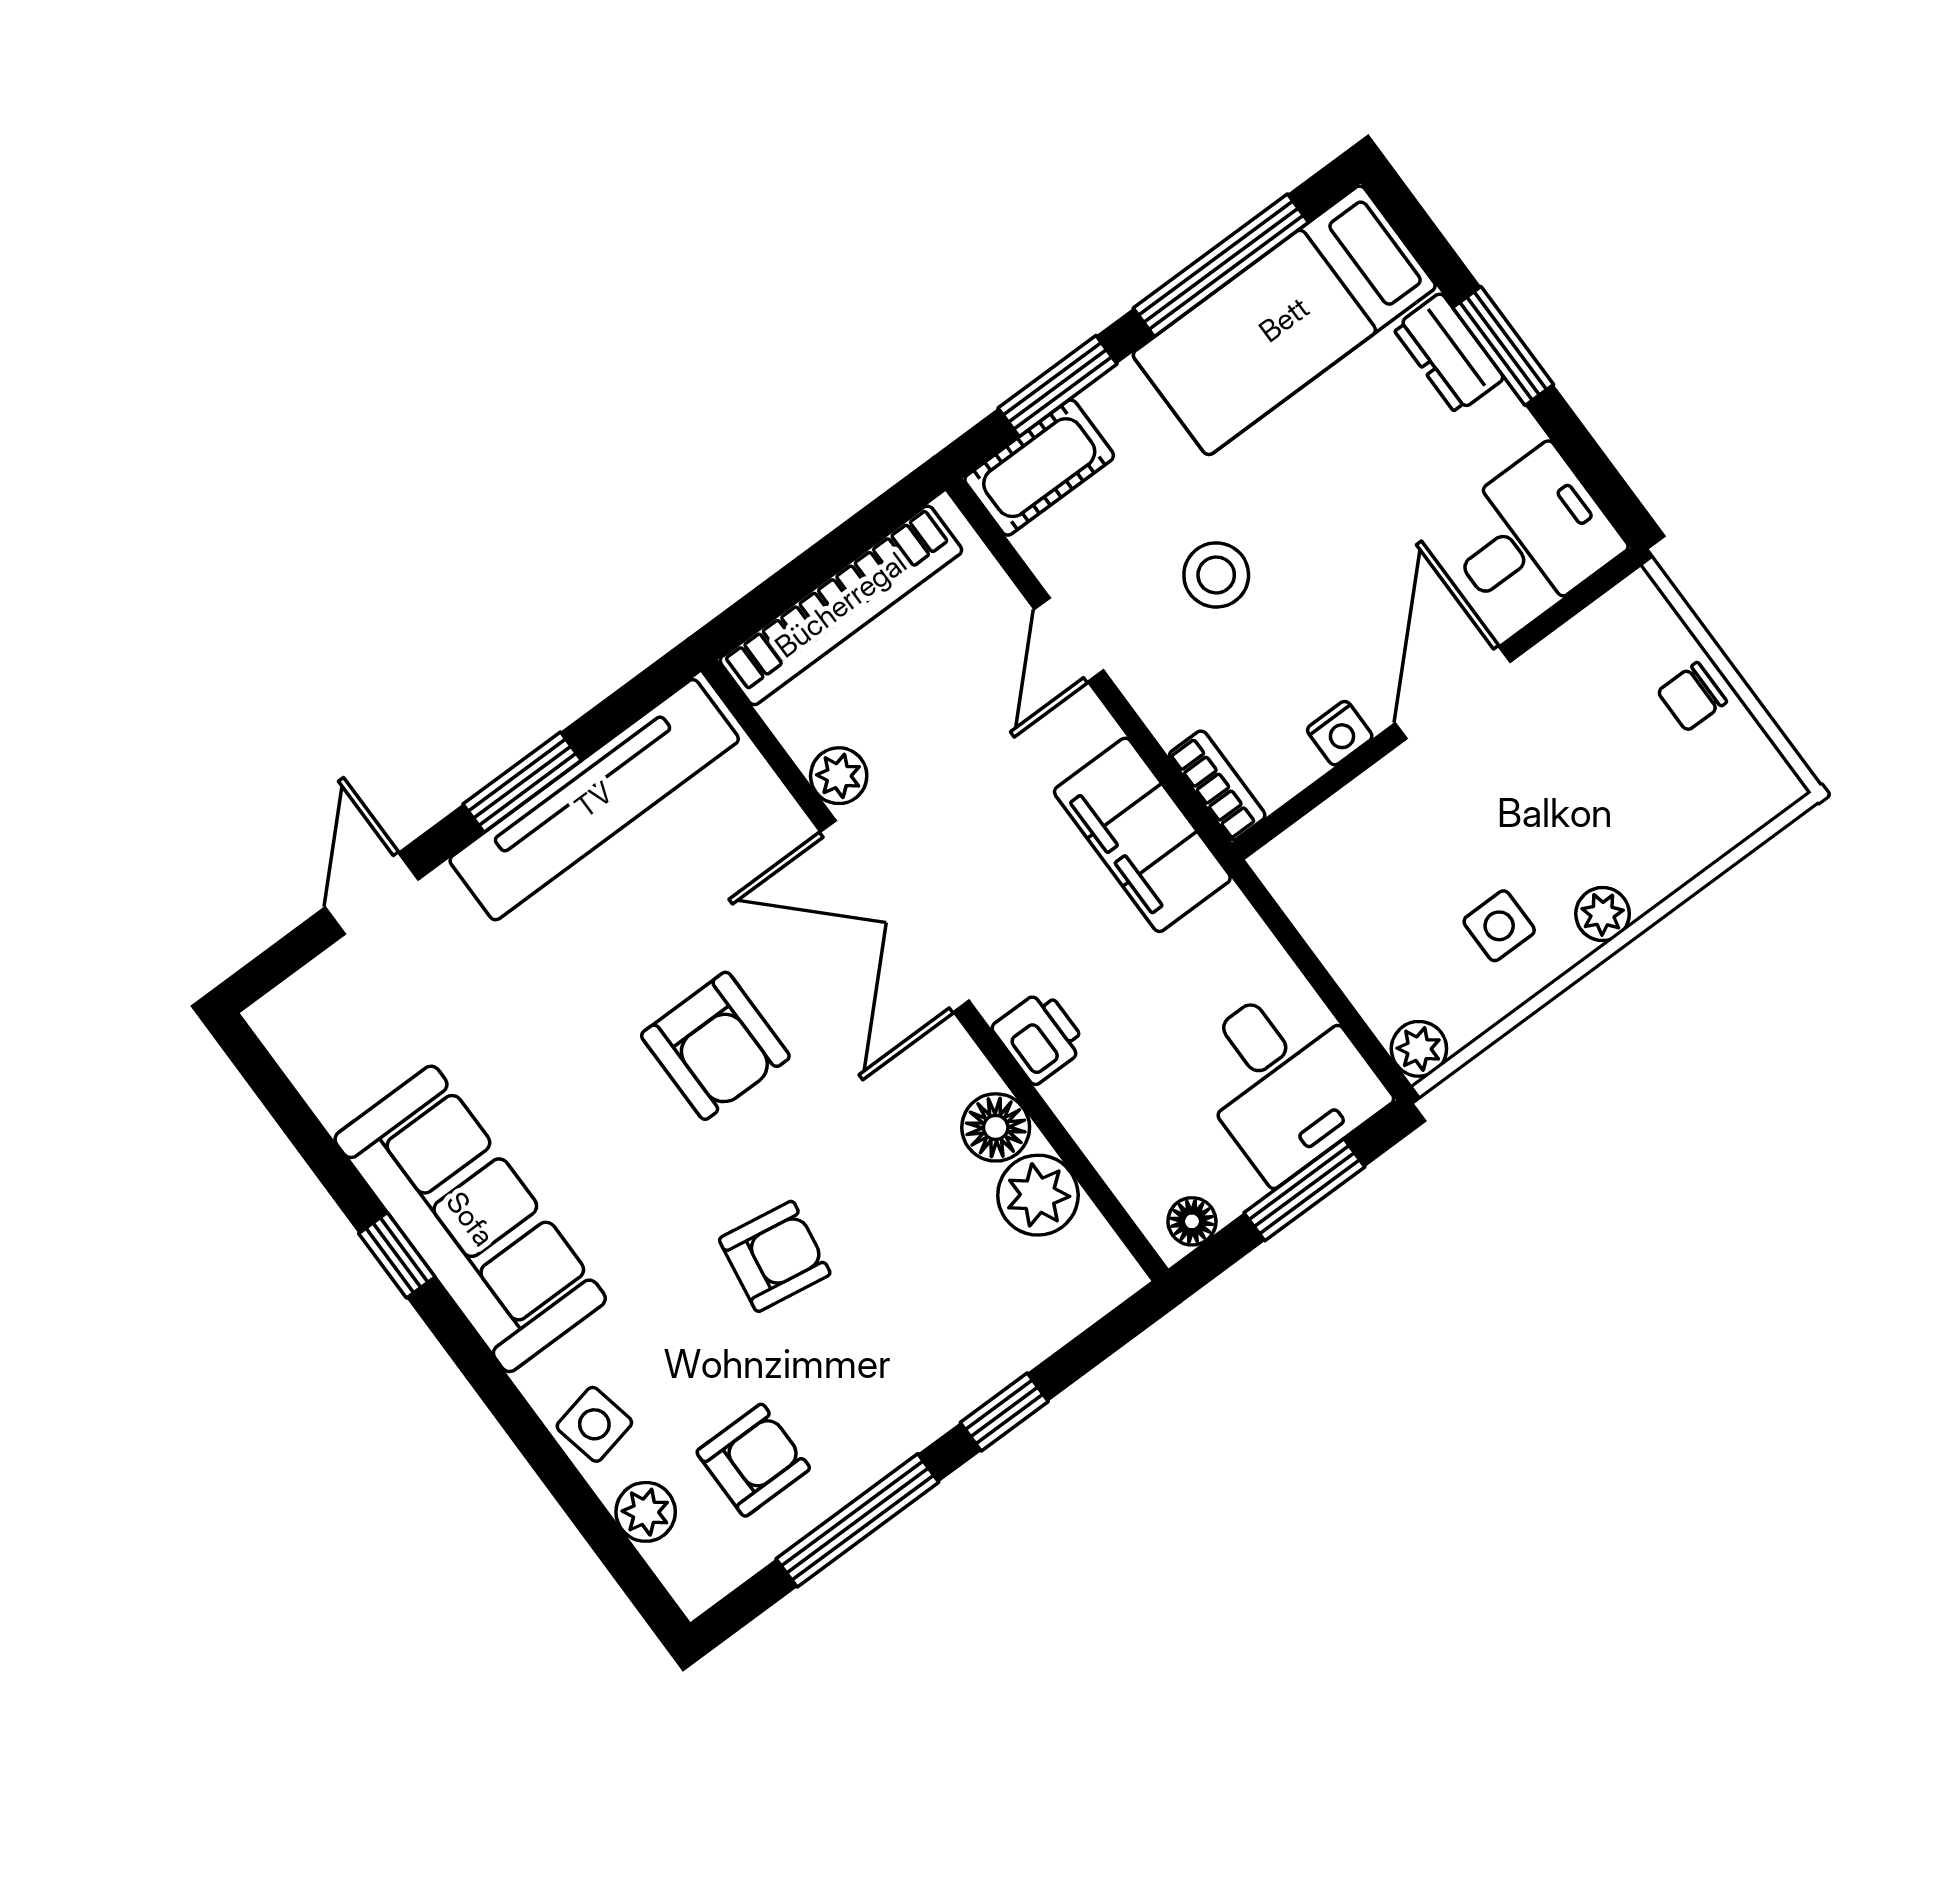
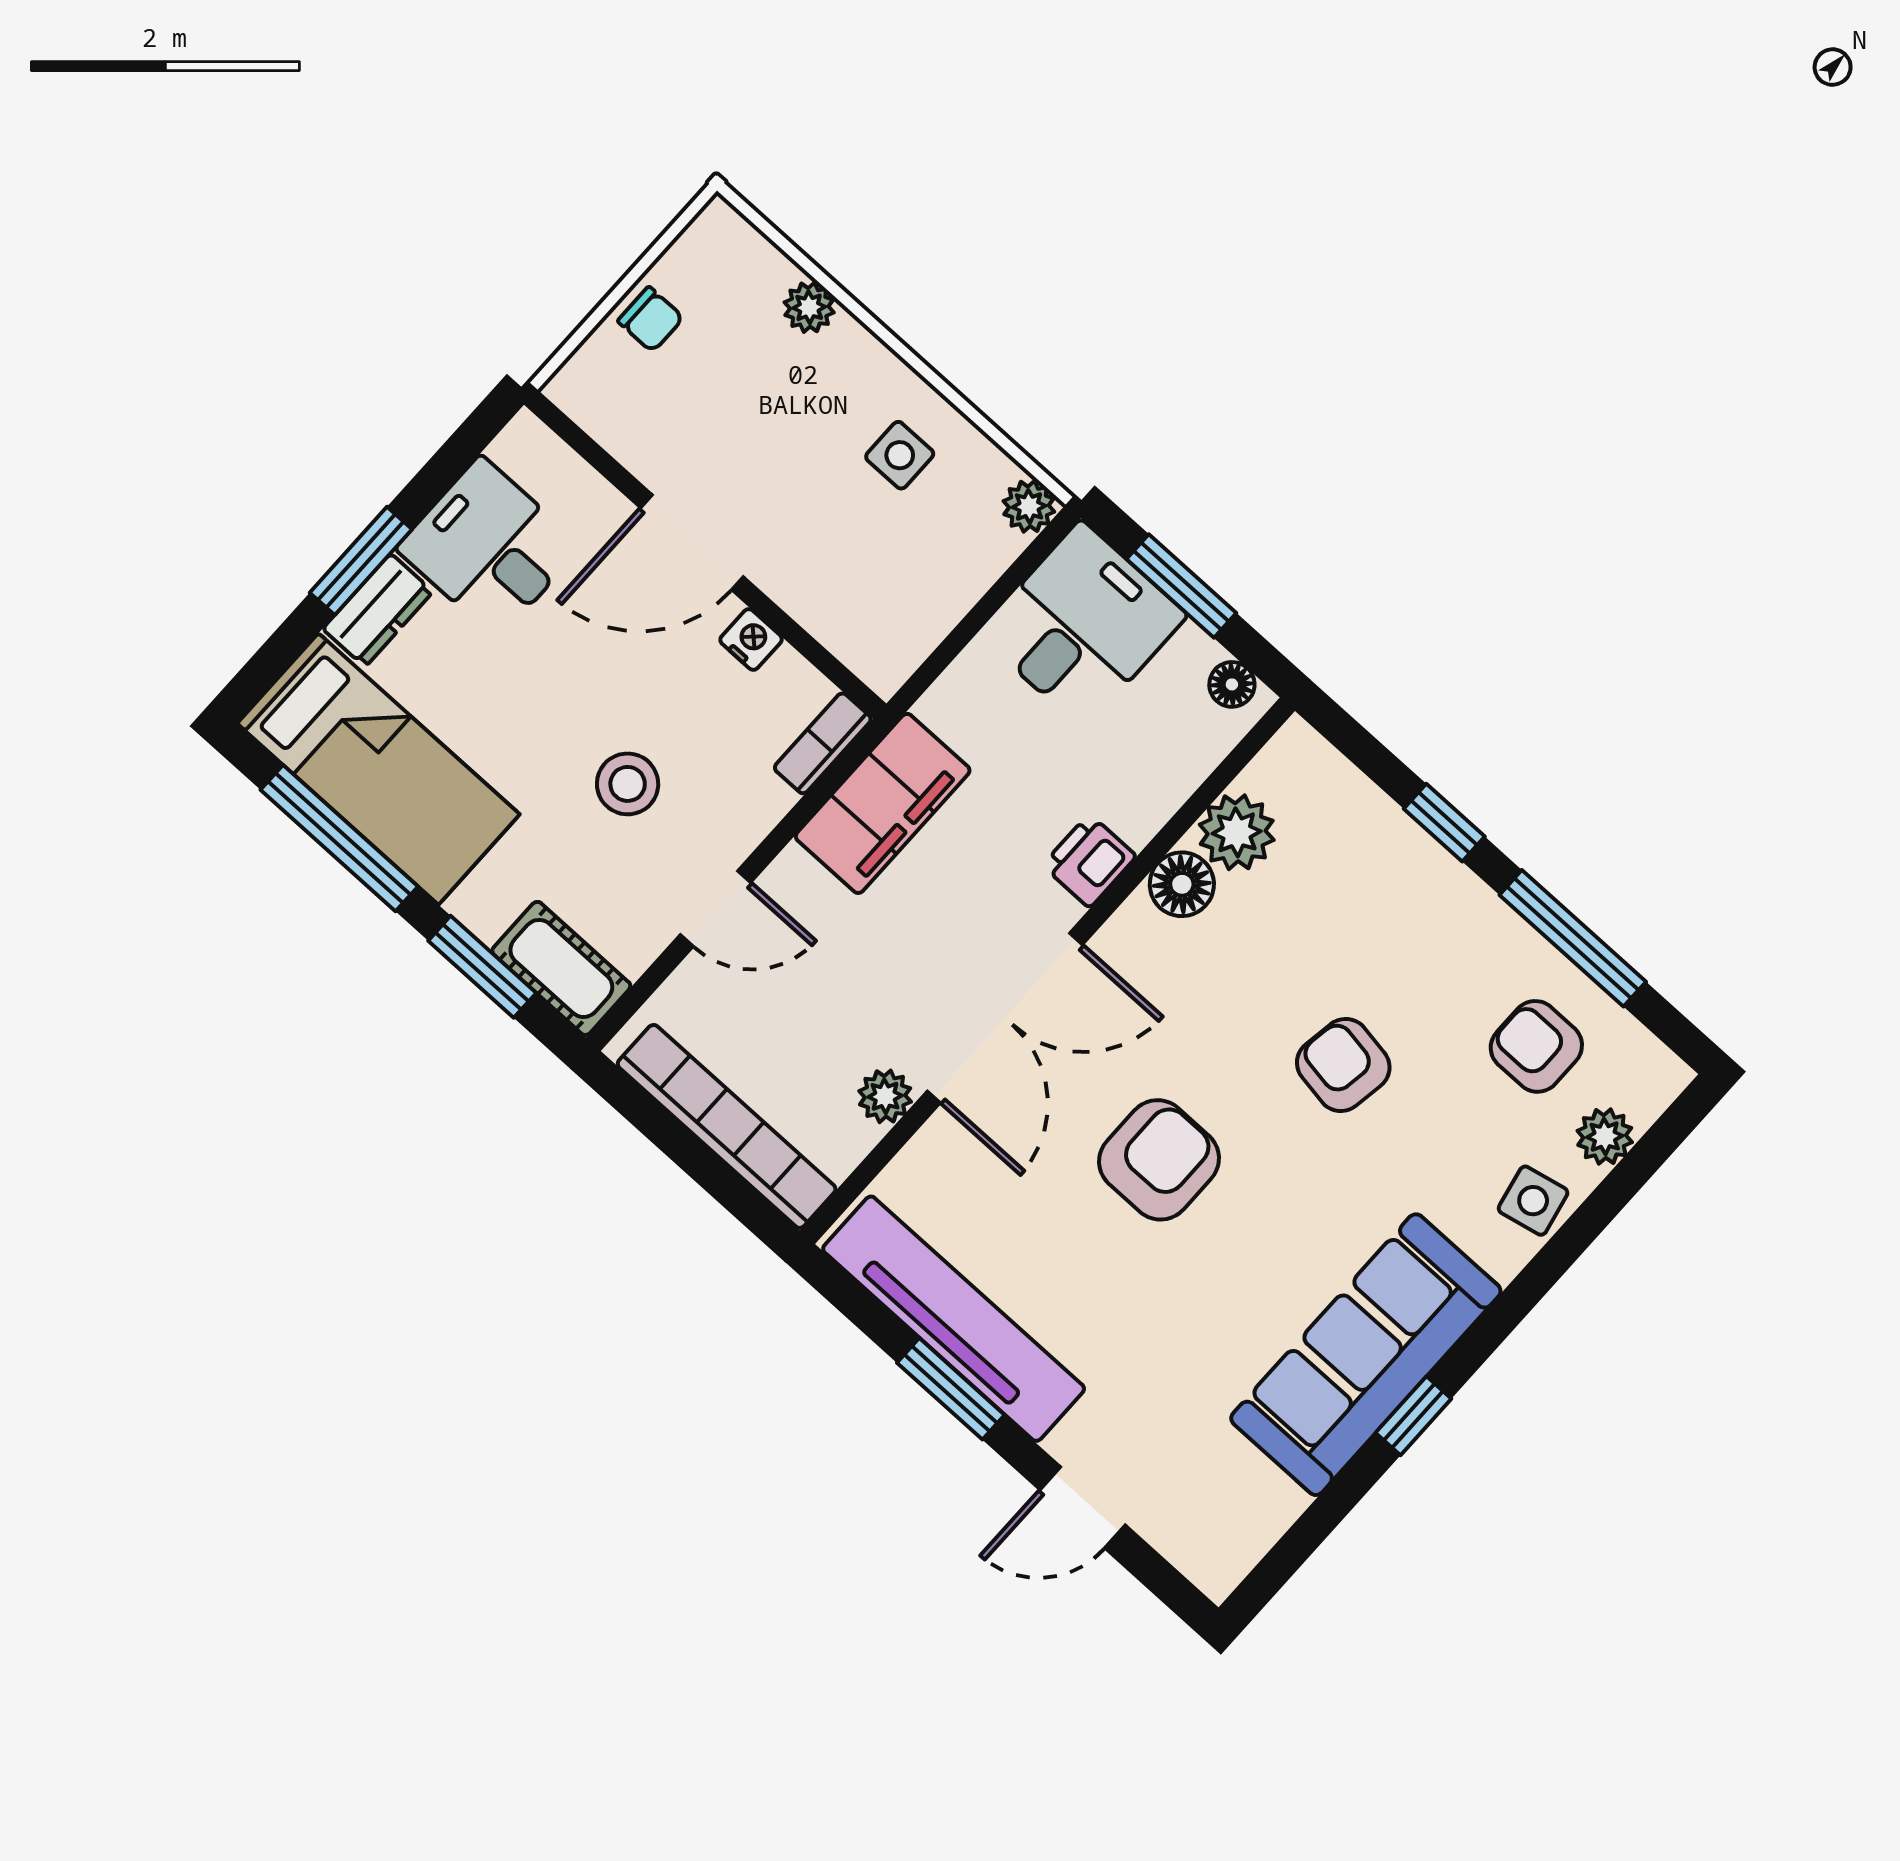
desk: (1531, 537) -> (489, 548), moved
plant: (1603, 914) -> (809, 307), moved

